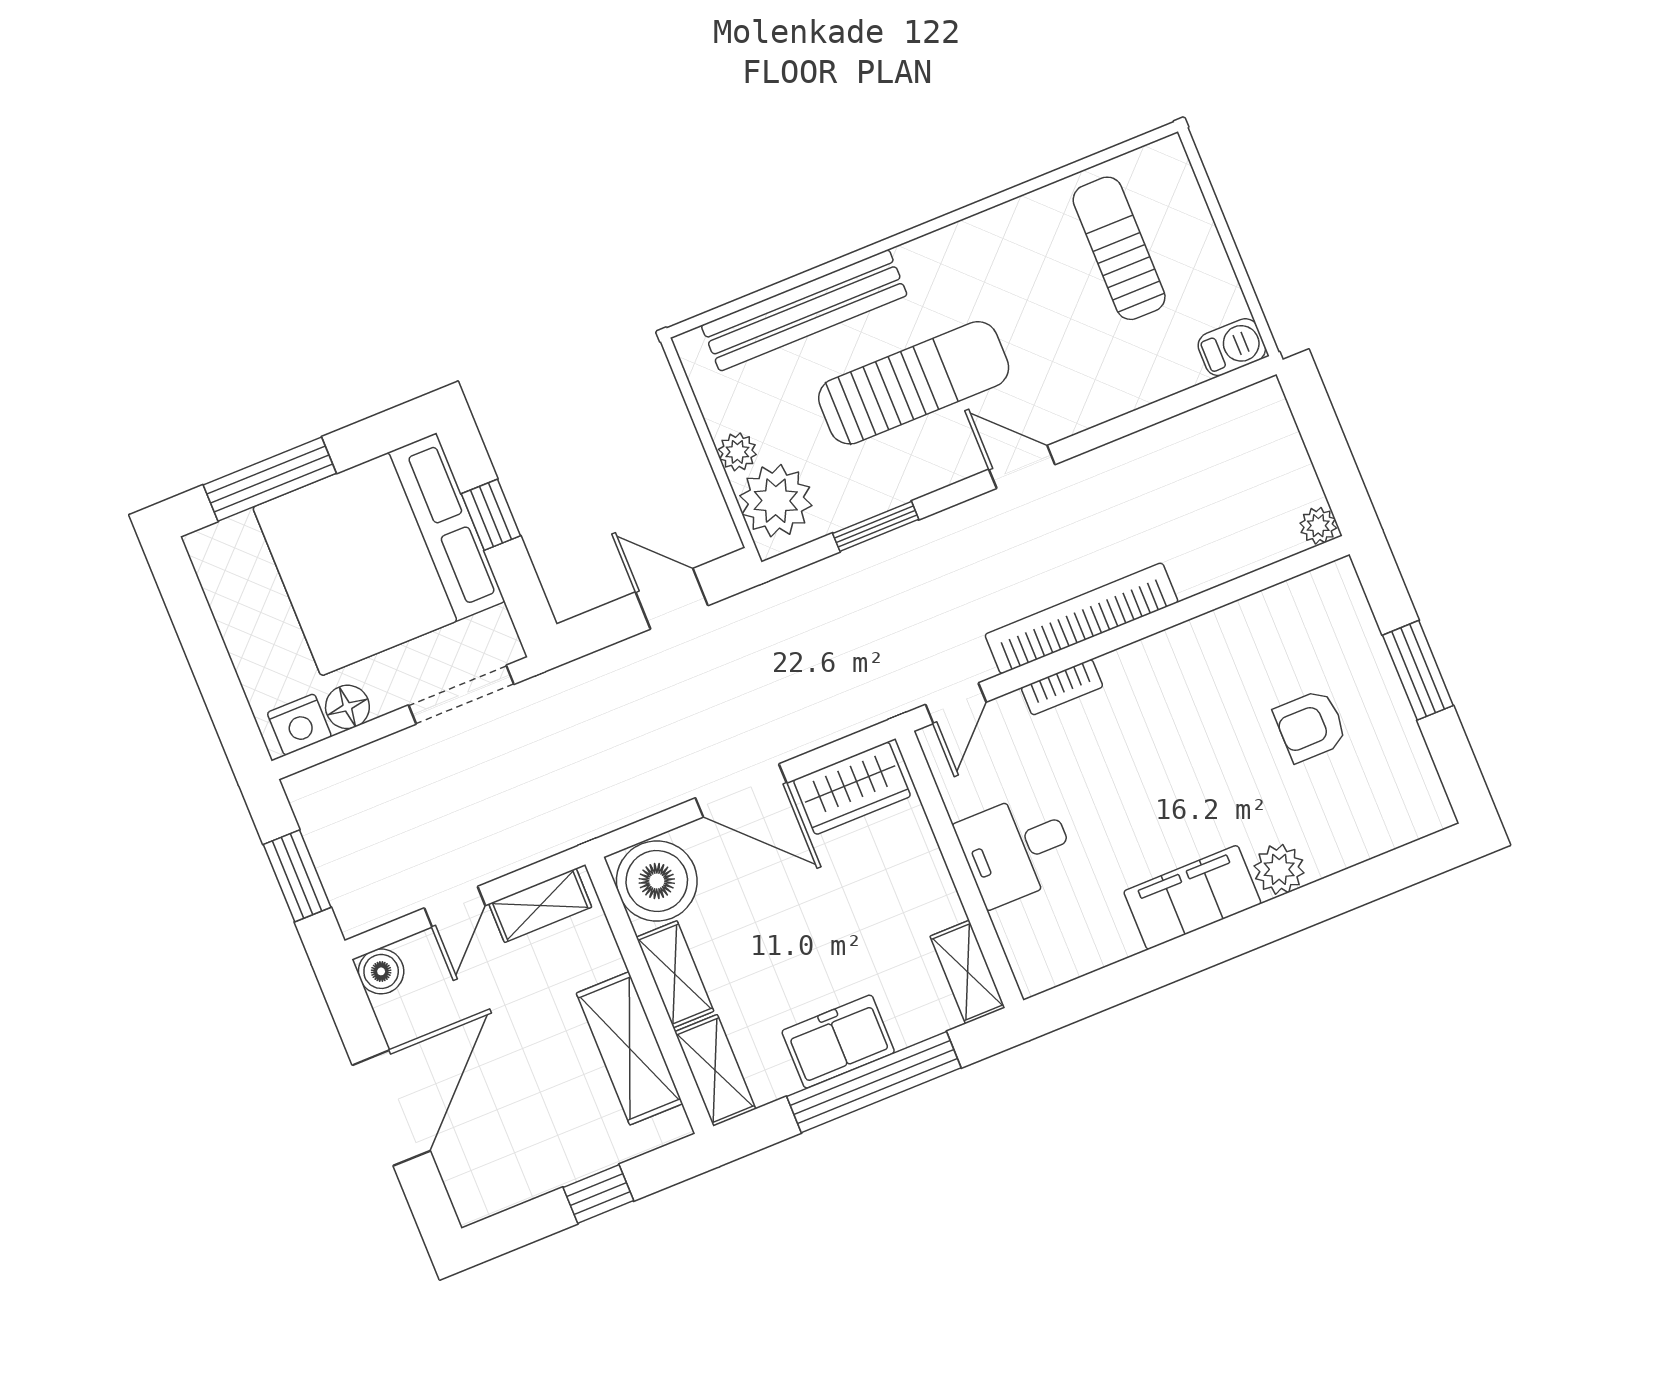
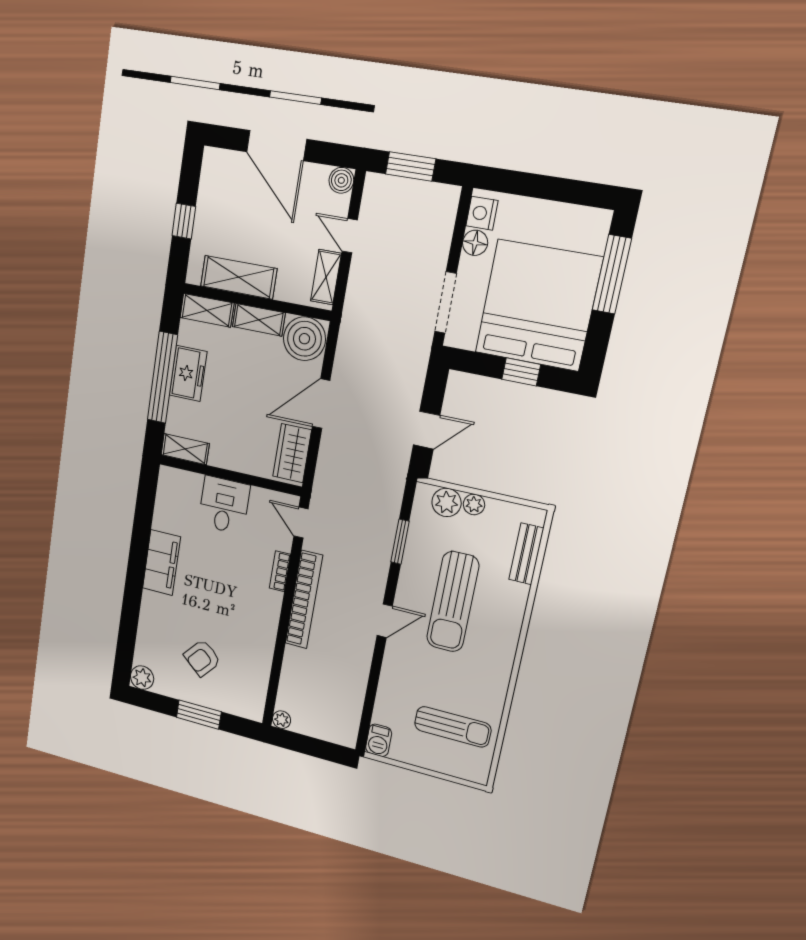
bench: (804, 310) -> (526, 554), width x0.54, depth x0.82
plant: (776, 501) -> (446, 502), width x0.73, depth x0.73
armchair: (1310, 726) -> (202, 658), turned -139
plant: (1279, 869) -> (142, 678), moved

